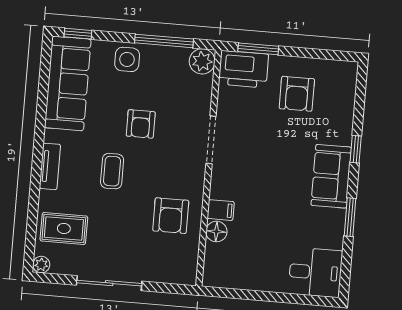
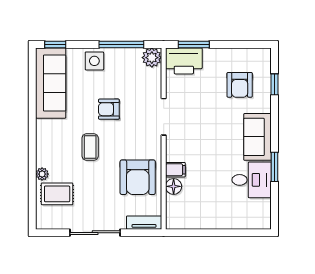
armchair: (297, 94) -> (240, 85), moved
armchair: (141, 124) -> (109, 109), turned 90
window: (356, 149) -> (275, 84), moved
tv unit: (50, 166) -> (144, 223), moved, turned -90
armchair: (171, 216) -> (138, 177), width x1.36, depth x1.36
plant: (41, 265) -> (42, 174), moved
desk: (315, 272) -> (252, 180), moved

